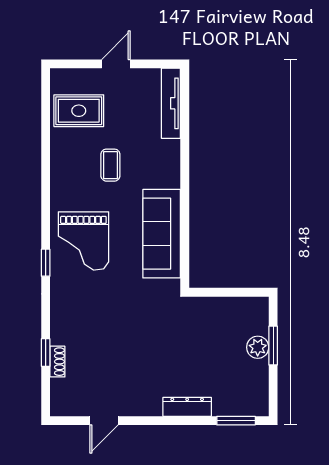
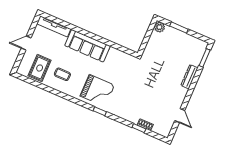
door: (116, 64) -> (26, 43), hinge flipped
coffee table: (110, 165) -> (62, 74), moved
sofa: (162, 234) -> (87, 46), moved
plant: (258, 347) -> (159, 27), moved

